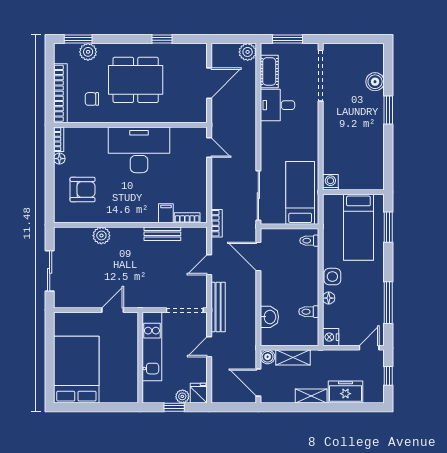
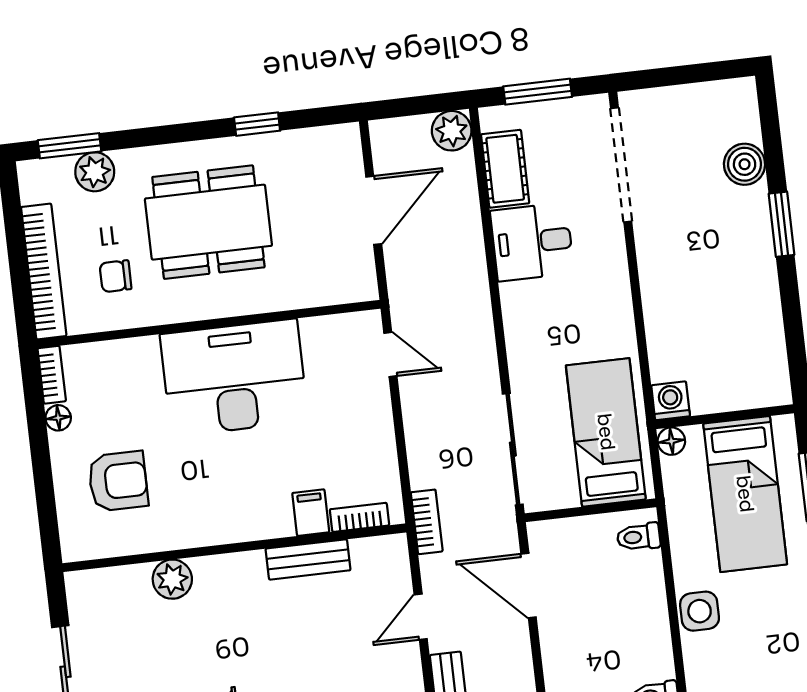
floor lamp: (329, 298) -> (671, 441), moved

